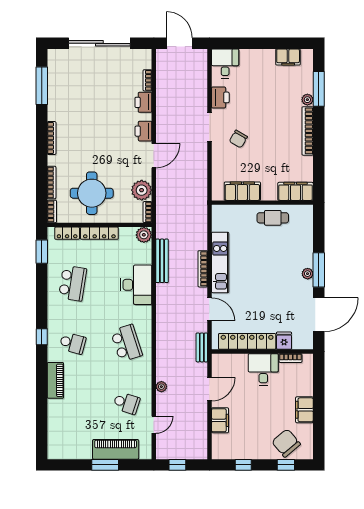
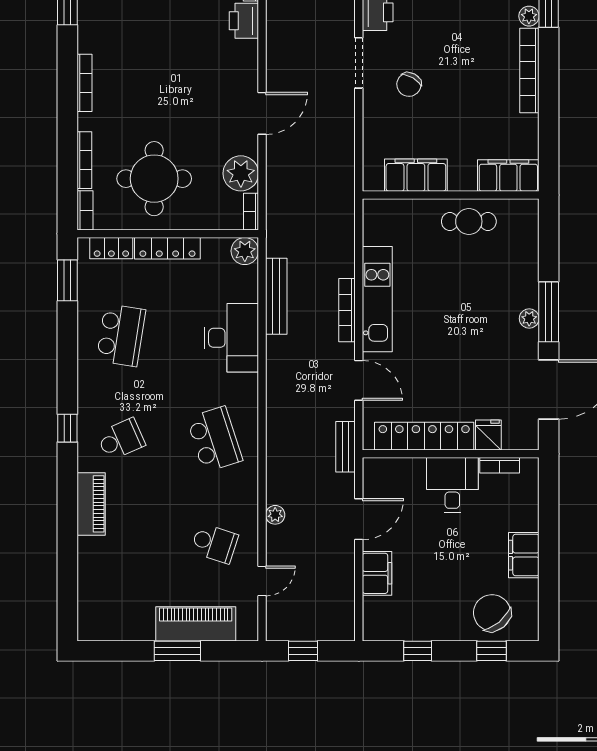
printer: (143, 131) -> (244, 71), removed
school desk: (73, 343) -> (121, 439), turned -39

